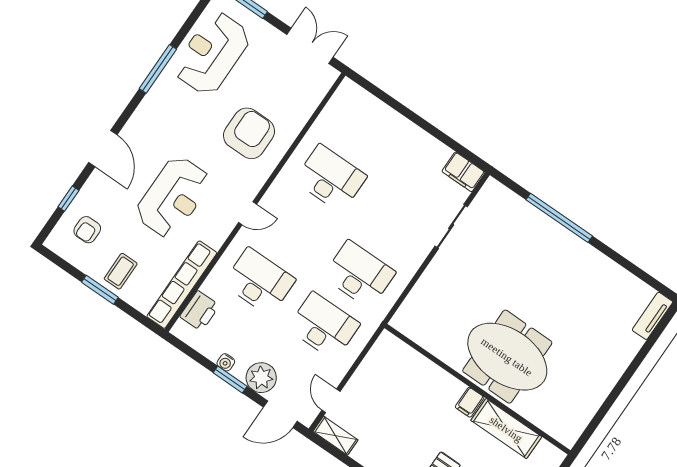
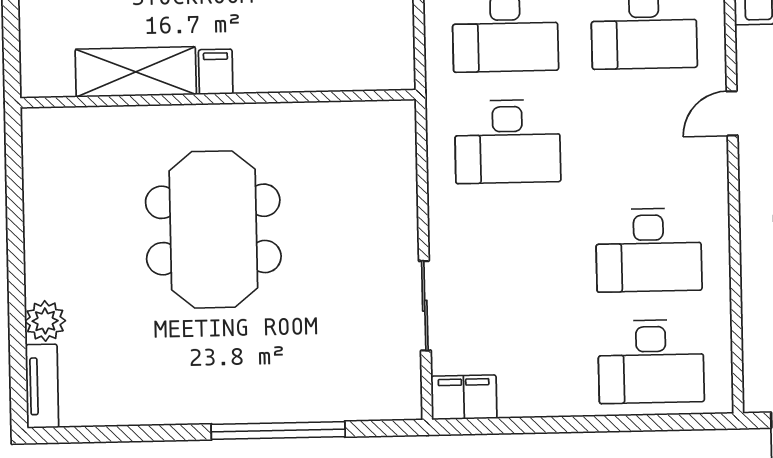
desk: (366, 127) -> (651, 361), added
plant: (630, 345) -> (45, 321), added
meeting table: (507, 357) -> (213, 229), moved, turned 90

